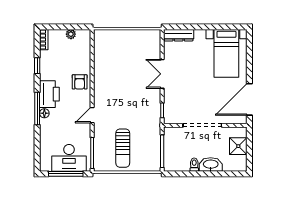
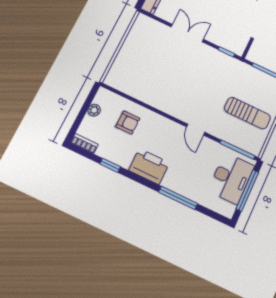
double door: (162, 74) -> (187, 33), swing flipped
armchair: (80, 82) -> (128, 123), moved
window: (37, 108) -> (178, 198), moved
floor lamp: (44, 113) -> (168, 183), removed

